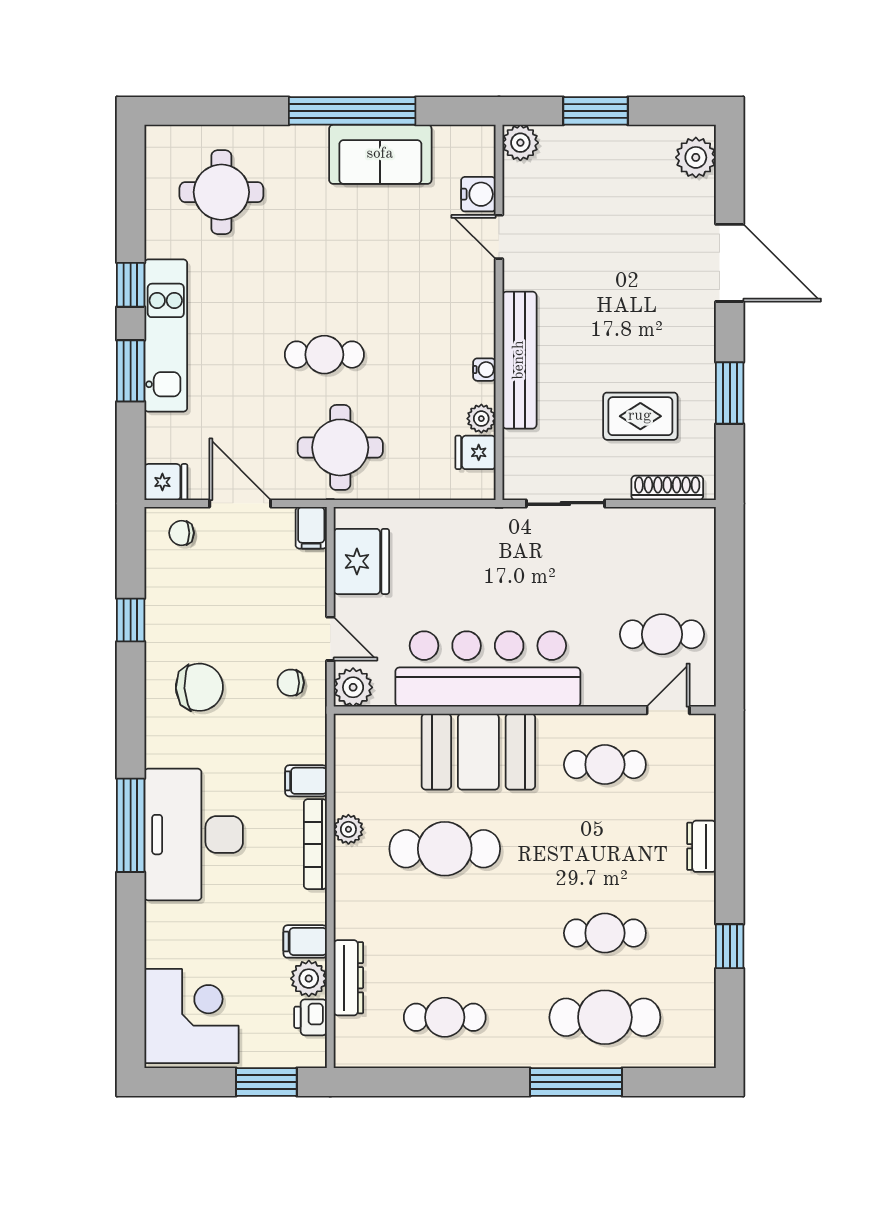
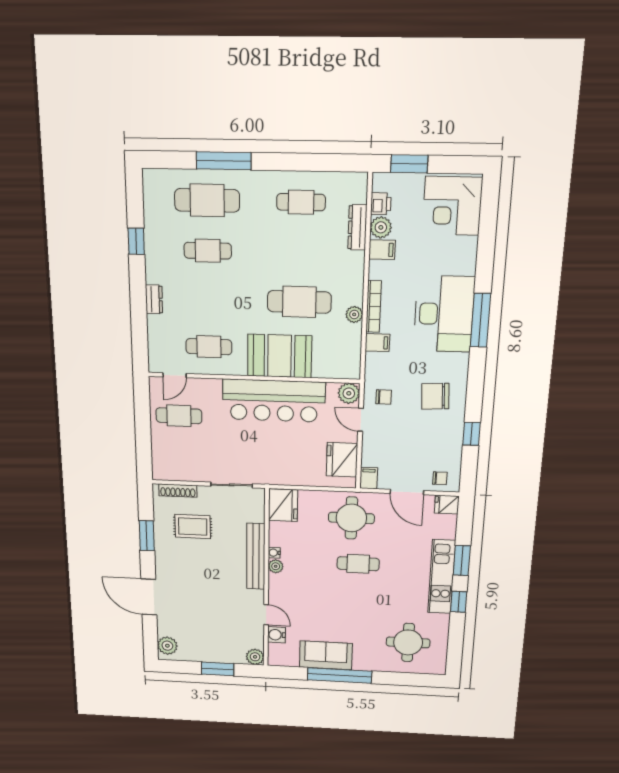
plant: (481, 419) -> (276, 566), moved
fridge: (475, 452) -> (283, 505), width x1.88, depth x1.34

